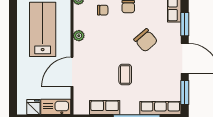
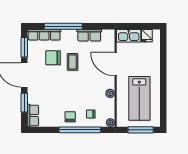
chair: (146, 40) -> (53, 58), moved, turned -49
door: (72, 72) -> (116, 64), swing flipped

